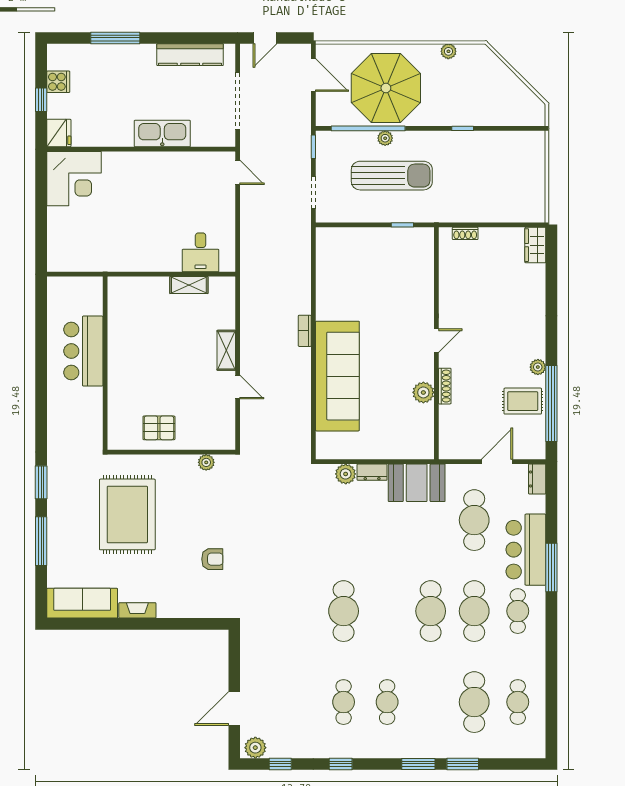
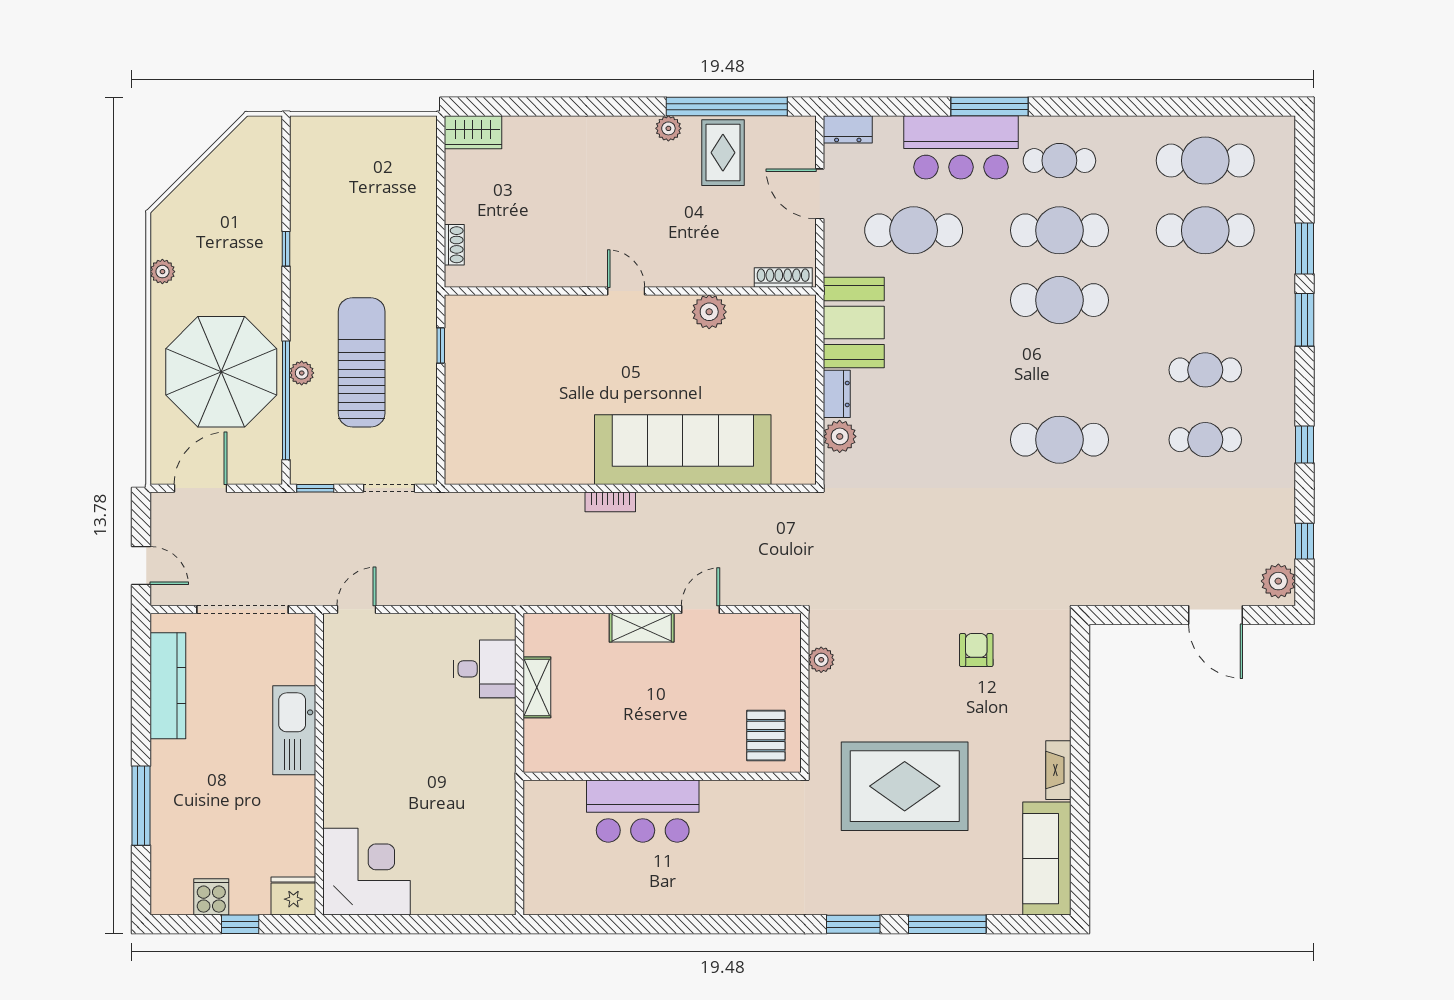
bar counter: (83, 351) -> (643, 811), moved
wall: (105, 363) -> (662, 776), moved
shoe rack: (445, 386) -> (783, 278), moved
cafe table: (518, 702) -> (1205, 161), width x1.37, depth x1.35

